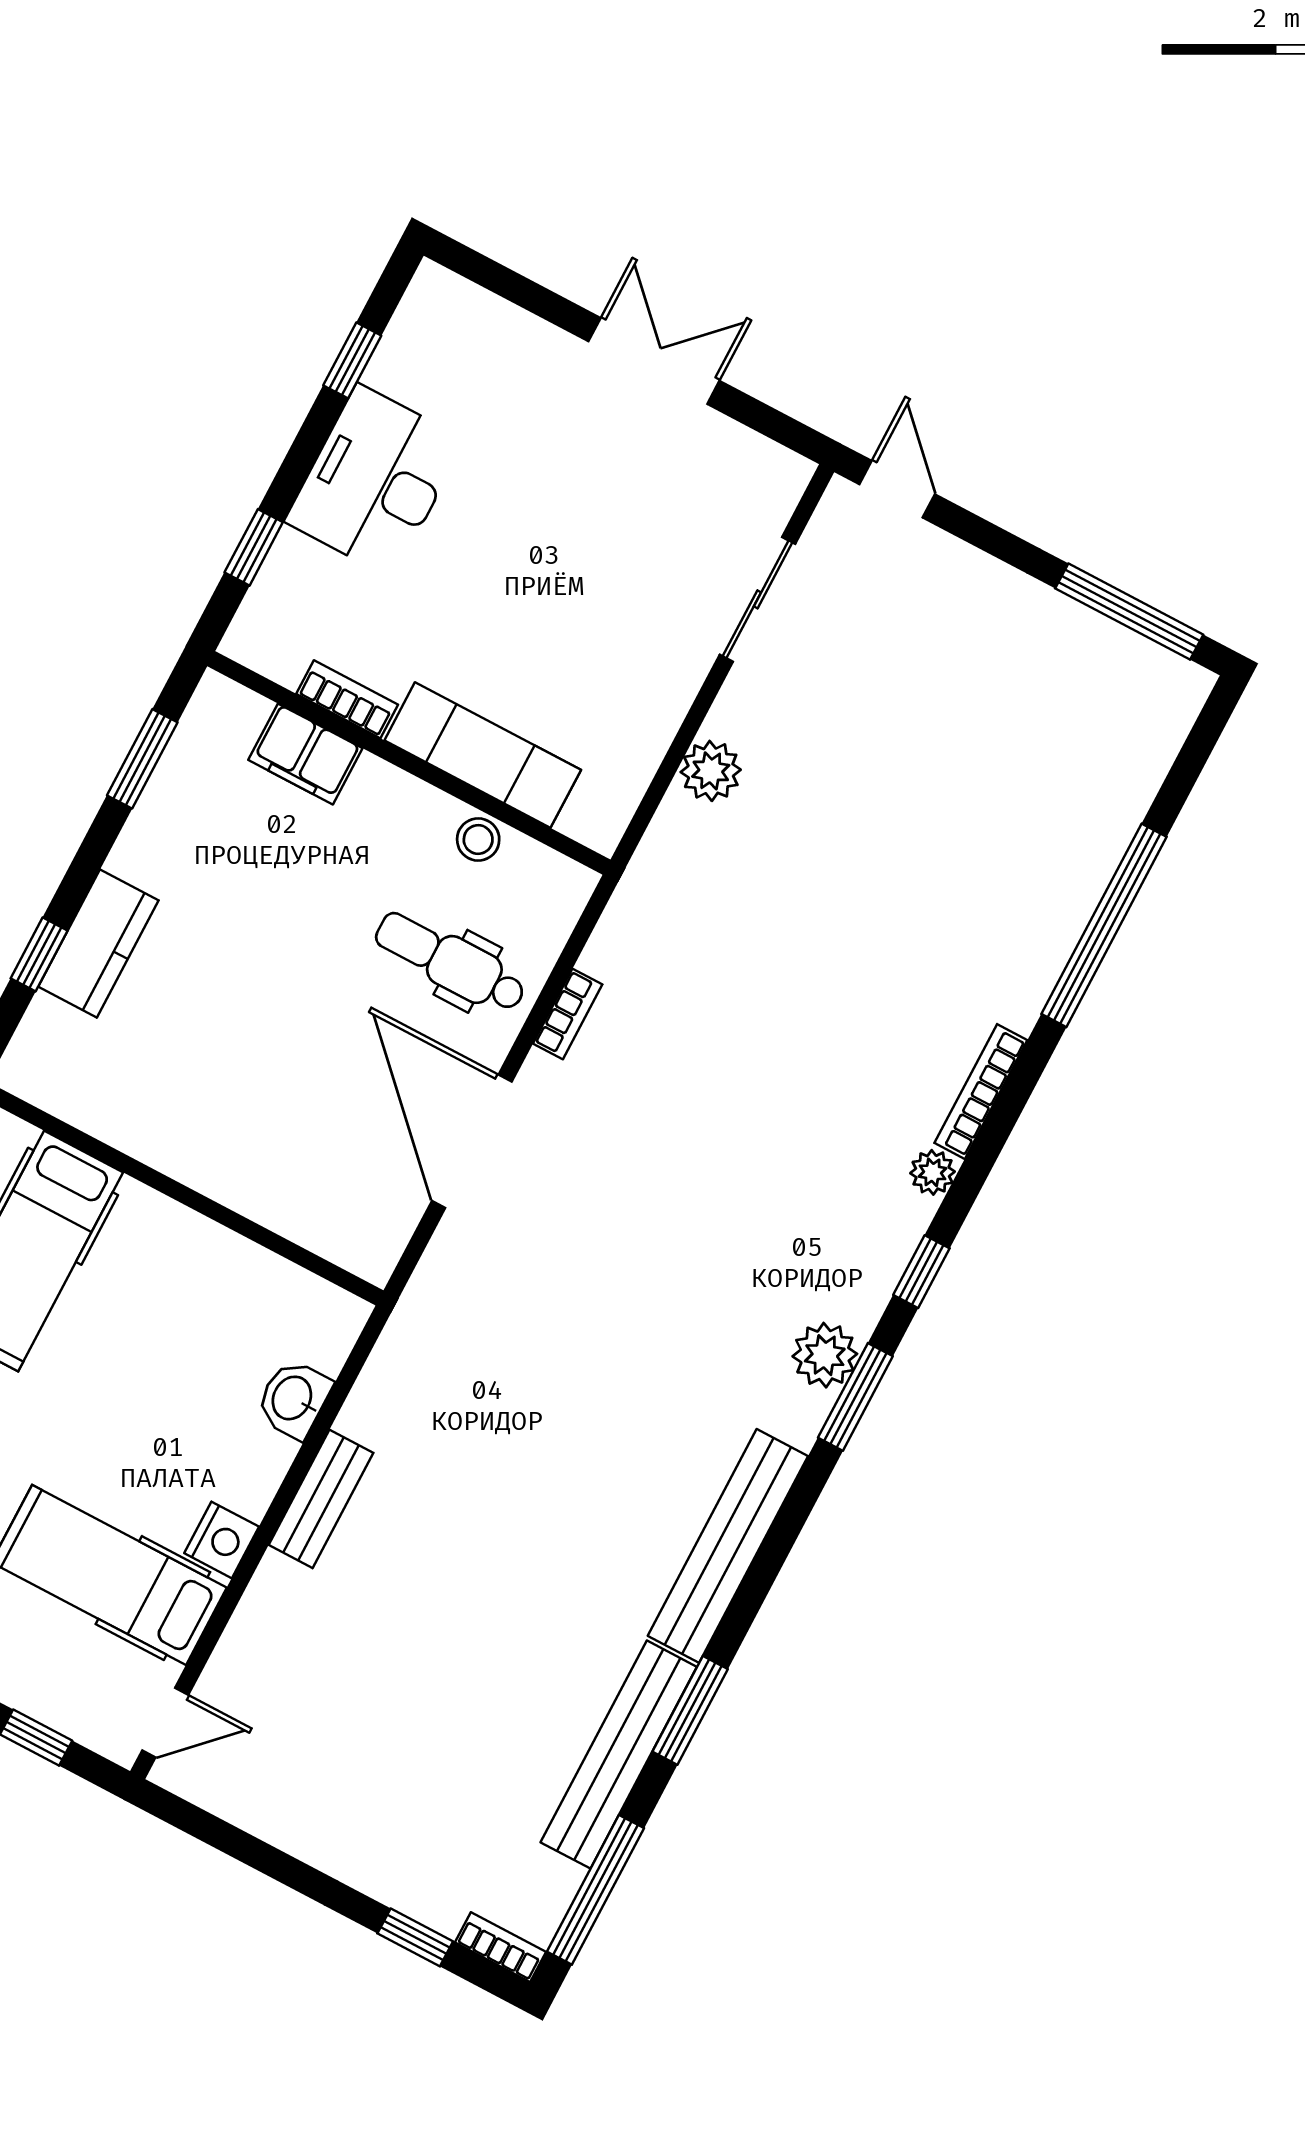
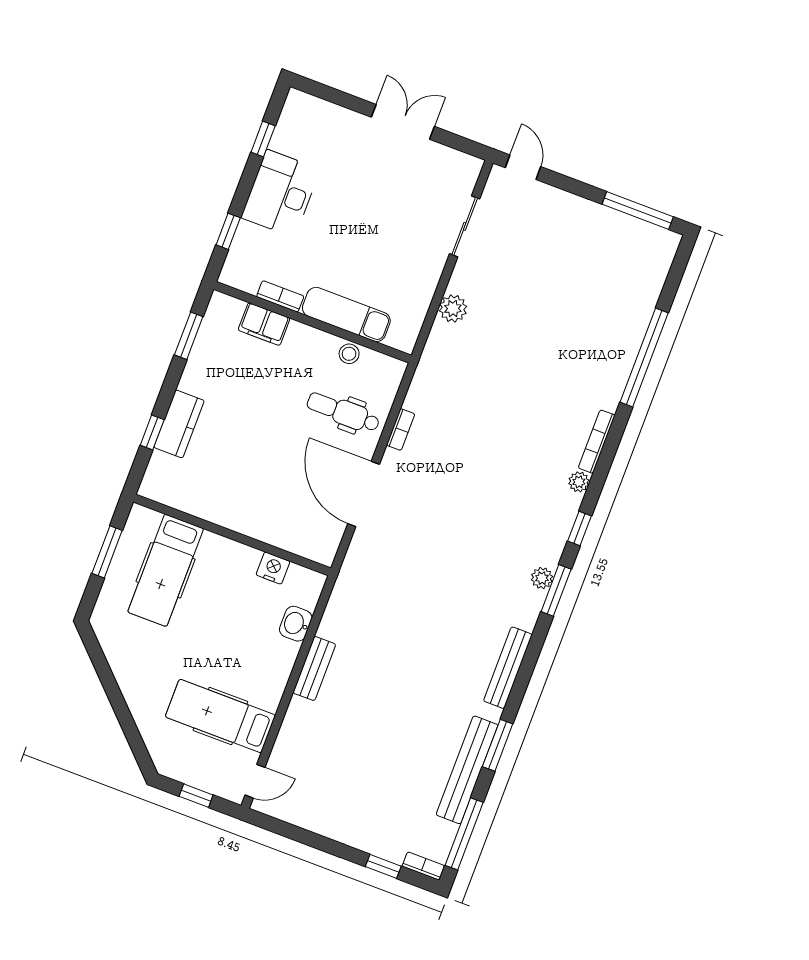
plant: (825, 1355) -> (542, 578), width x0.73, depth x0.73
nightstand: (222, 1540) -> (273, 568), moved, turned -90
bench: (728, 1546) -> (508, 668), width x0.73, depth x0.82

